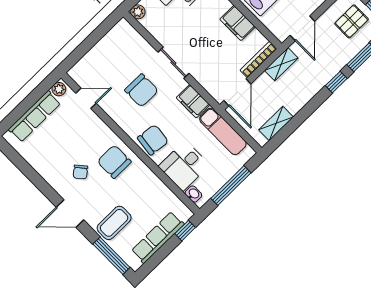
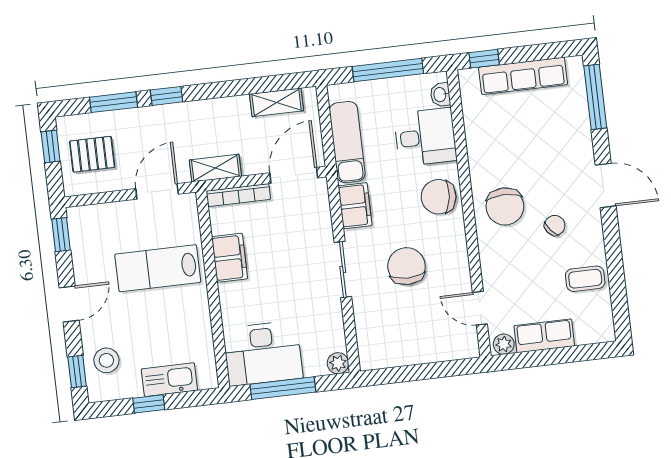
row of seats: (35, 116) -> (544, 336), width x0.68
coffee table: (114, 223) -> (585, 279), moved, width x0.73, depth x0.77

